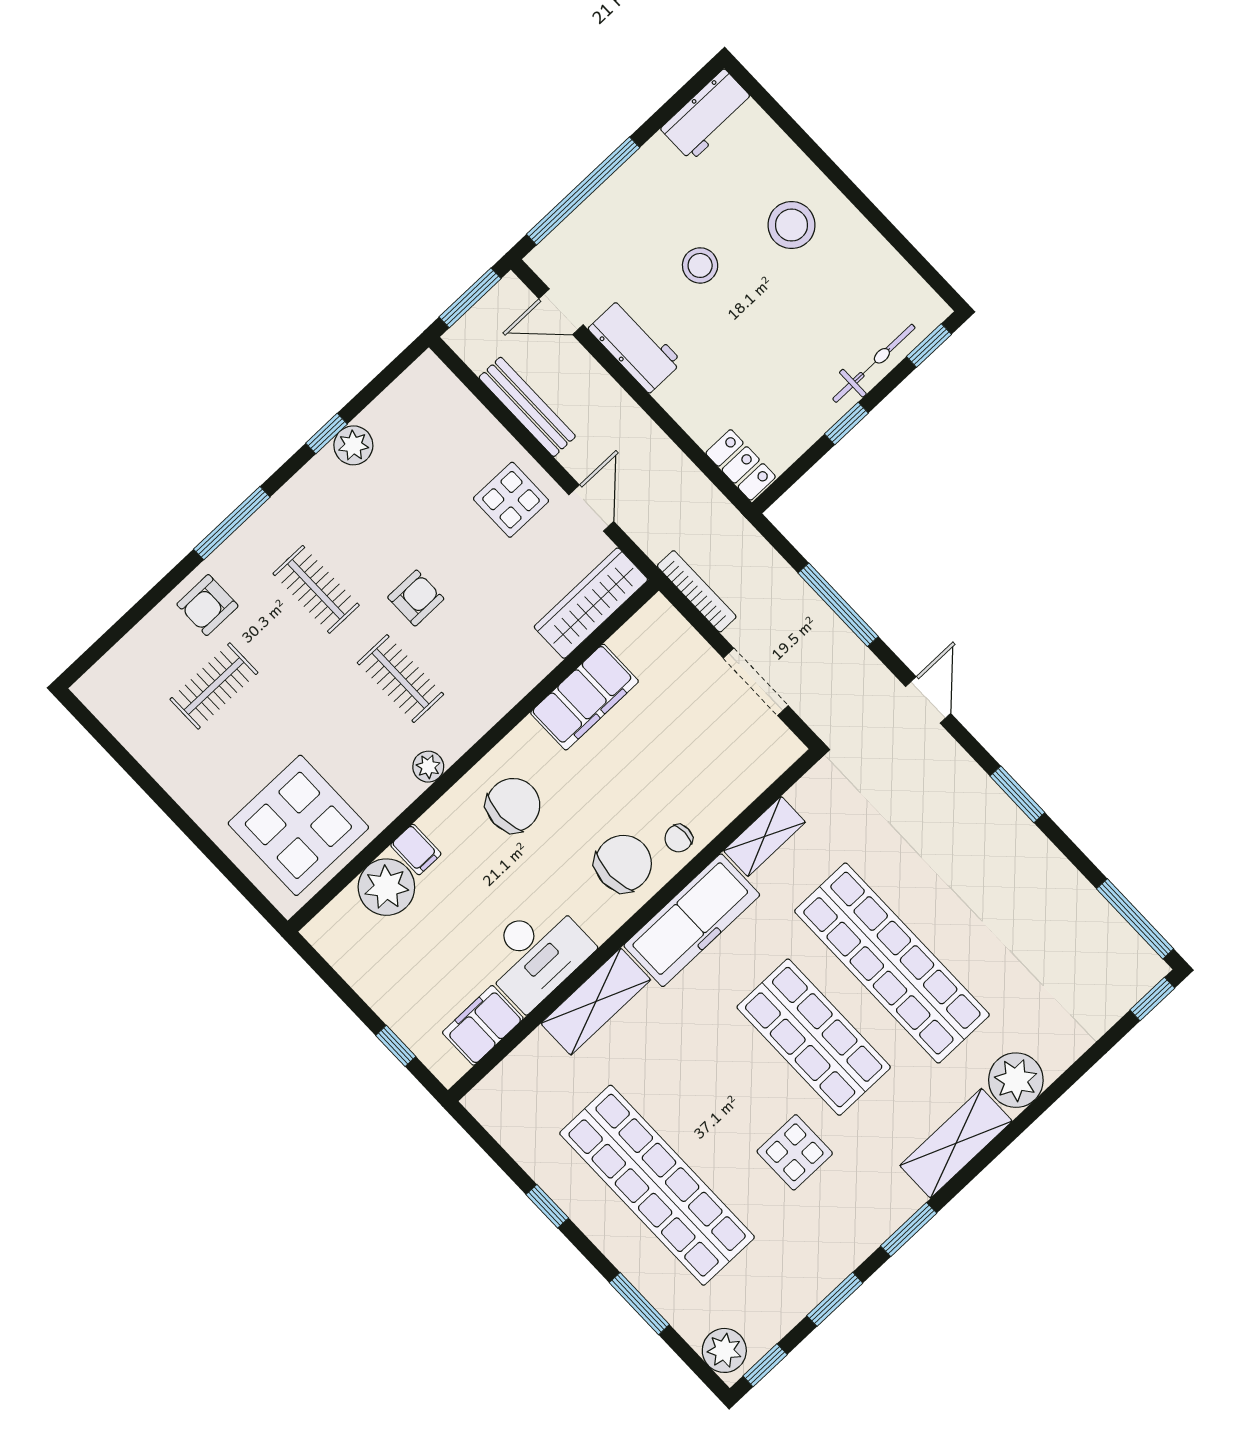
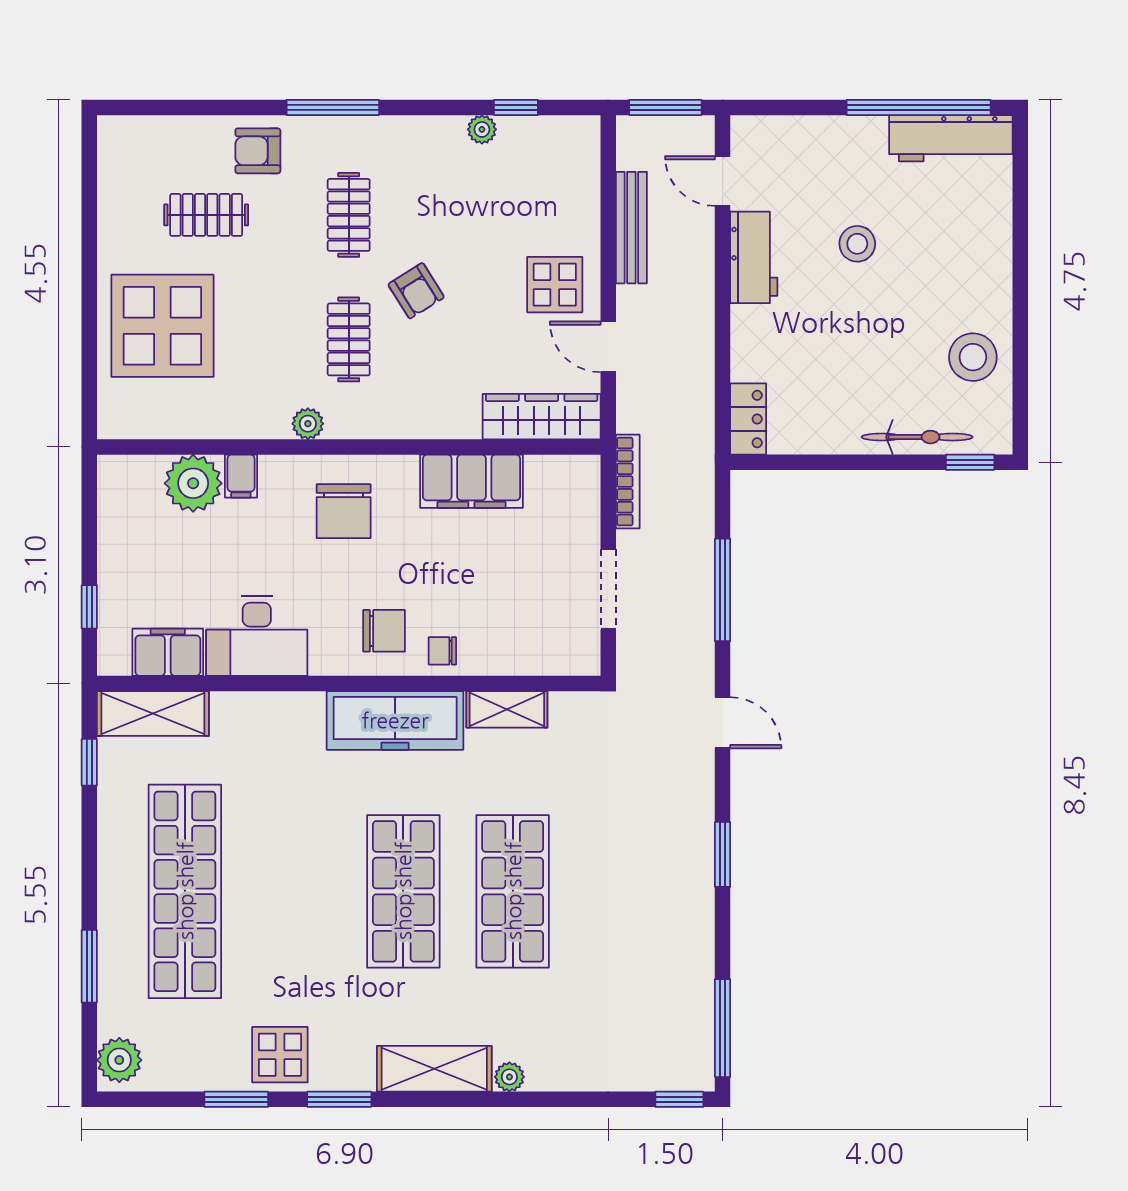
workbench: (708, 115) -> (951, 138), width x1.38
window: (583, 191) -> (919, 107), moved
stool: (791, 225) -> (973, 357), moved
window: (846, 423) -> (855, 462), removed
window: (326, 434) -> (516, 107), moved
plant: (353, 445) -> (482, 129), width x0.73, depth x0.73
door: (591, 508) -> (608, 347), swing flipped
armchair: (416, 598) -> (416, 291), turned 58
door: (928, 700) -> (723, 723), hinge flipped
chair: (513, 805) -> (344, 511), turned 90
display table: (298, 825) -> (162, 326), moved
chair: (623, 863) -> (384, 631), width x0.73, depth x0.73
shop shelf: (892, 963) -> (513, 891), width x0.71
shelving: (596, 1002) -> (153, 713), moved
plant: (1016, 1080) -> (509, 1077), width x0.53, depth x0.53
display table: (795, 1152) -> (280, 1055), moved
window: (547, 1206) -> (89, 762), moved
window: (765, 1365) -> (139, 1099), removed

